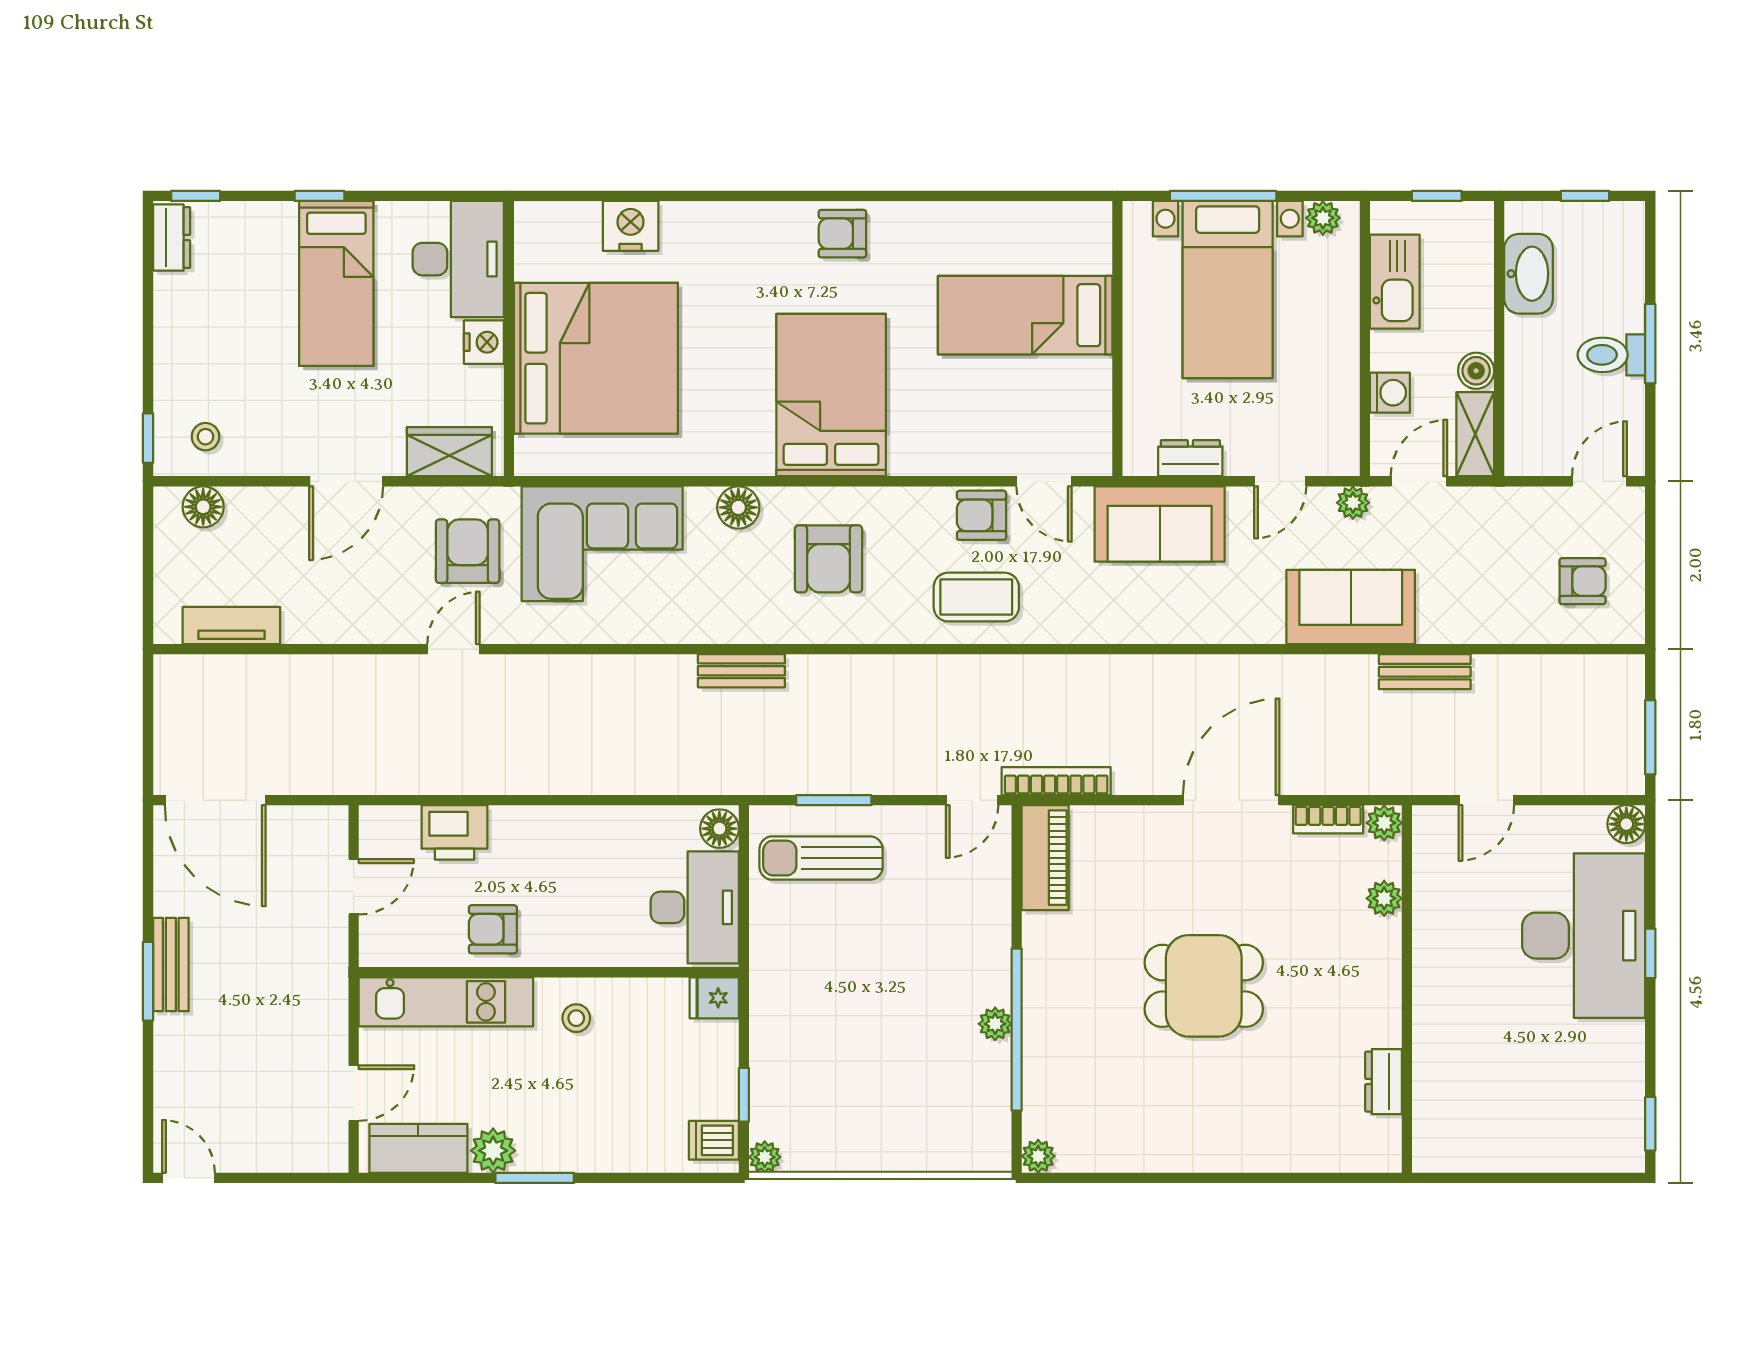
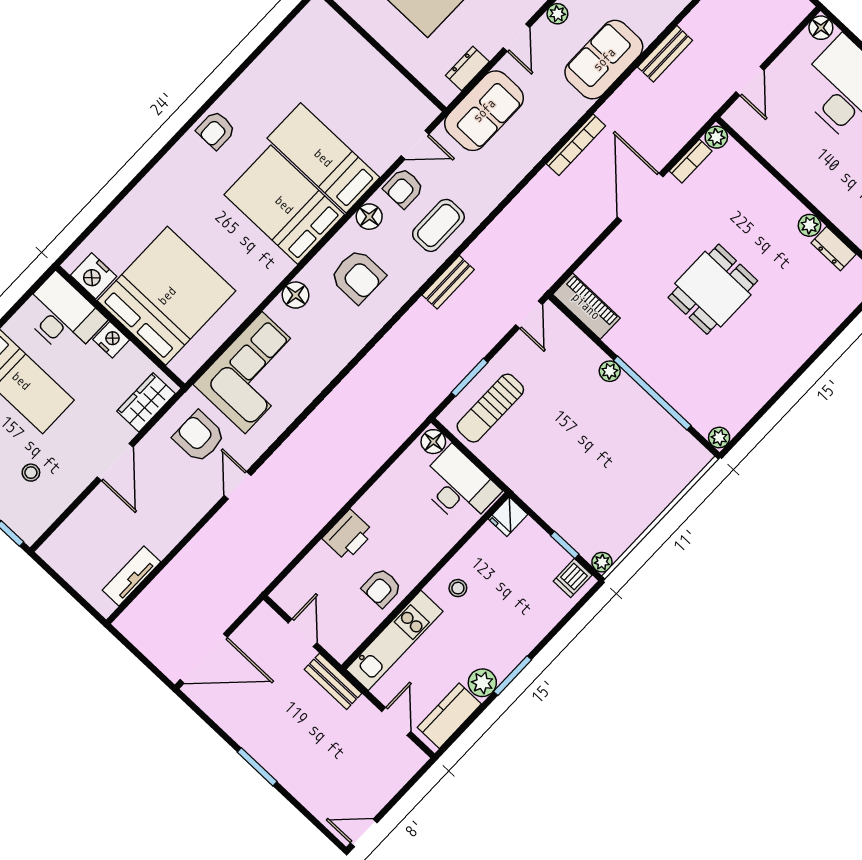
nightstand: (631, 226) -> (94, 276), moved, turned -90
bed: (1025, 315) -> (323, 158), moved, turned 90
stool: (205, 437) -> (31, 473), moved
floor lamp: (203, 507) -> (369, 217), moved
bench: (741, 671) -> (448, 282), moved
bookcase: (1056, 781) -> (576, 145), moved, turned 180
printer: (454, 832) -> (348, 535), moved
plant: (1384, 898) -> (809, 225), moved
bench: (171, 965) -> (333, 681), moved
plant: (995, 1024) -> (610, 371), moved

